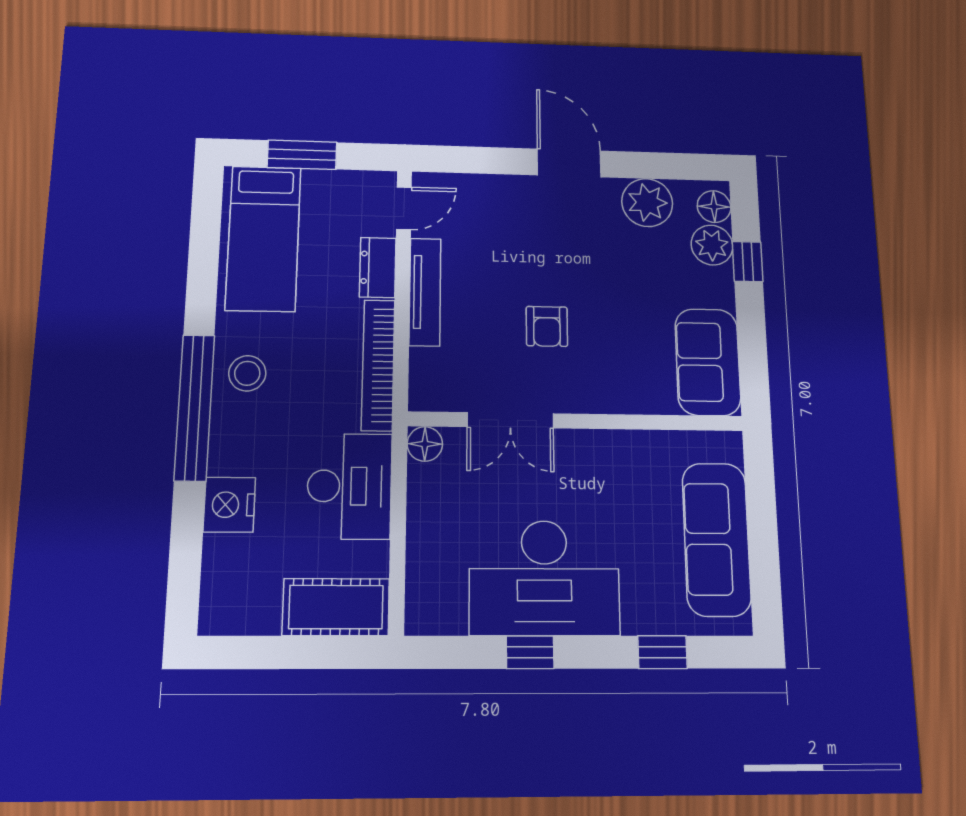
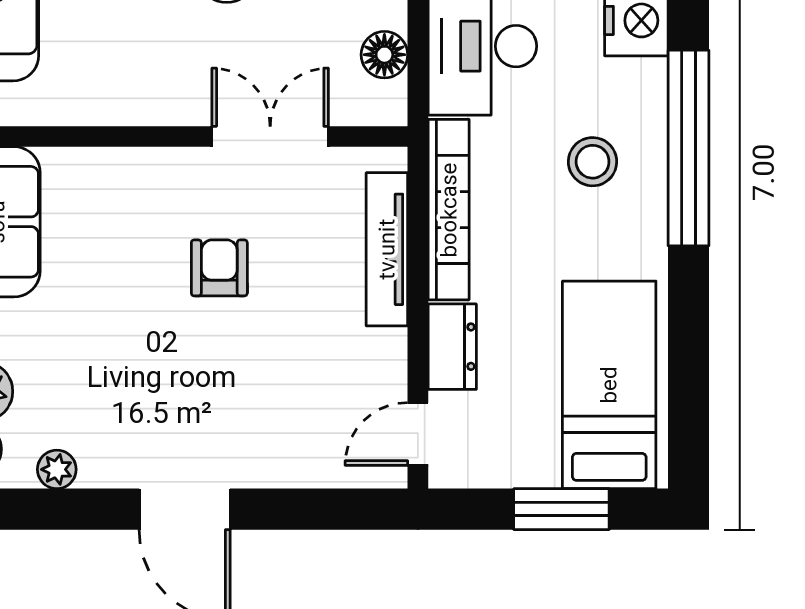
plant: (647, 203) -> (57, 469), width x0.53, depth x0.53
tv unit: (425, 292) -> (387, 249), moved
stool: (247, 373) -> (593, 162), moved
floor lamp: (425, 444) -> (384, 55), moved

